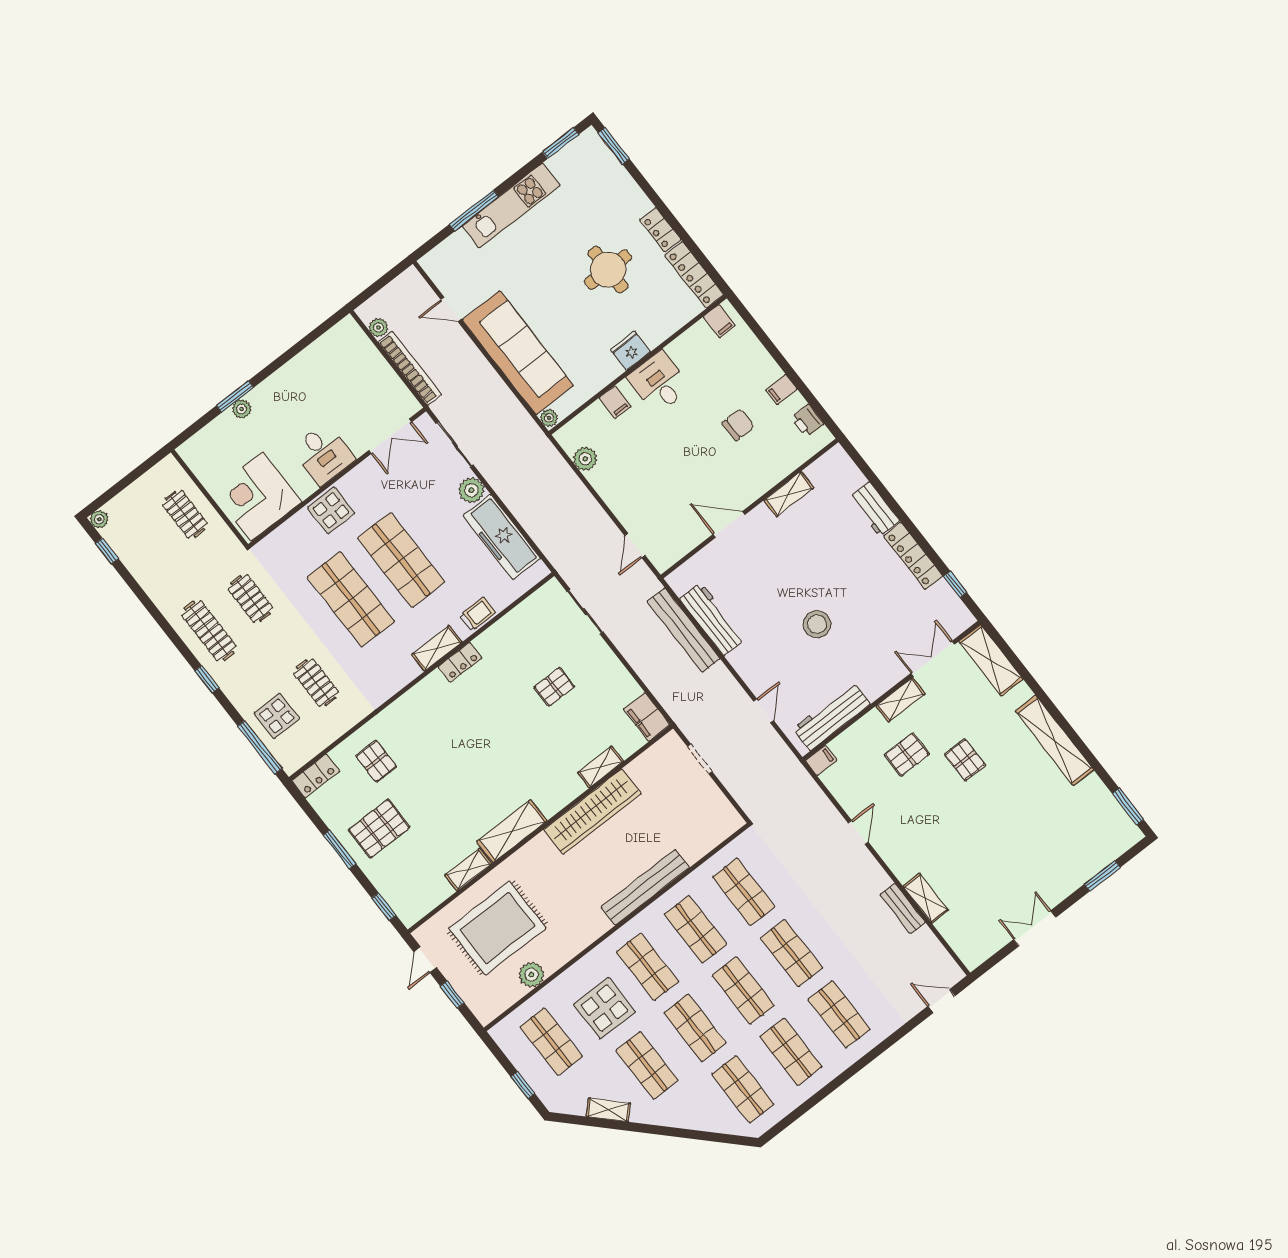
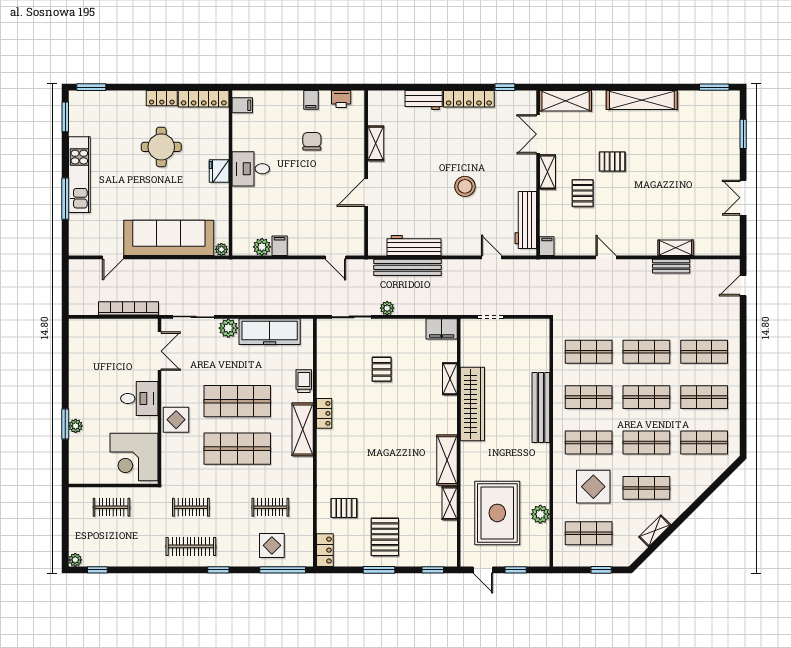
plant: (379, 328) -> (387, 308), moved
filing cabinet: (615, 402) -> (280, 246), moved, turned -90
shelving: (437, 648) -> (303, 429), width x1.50, depth x1.33

